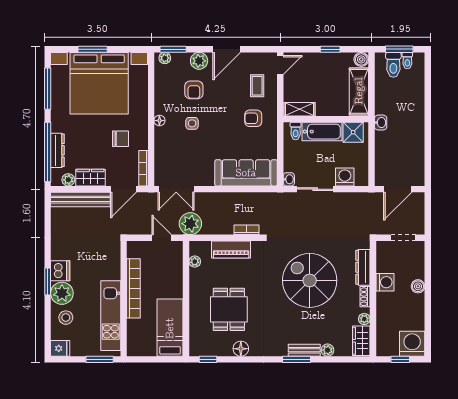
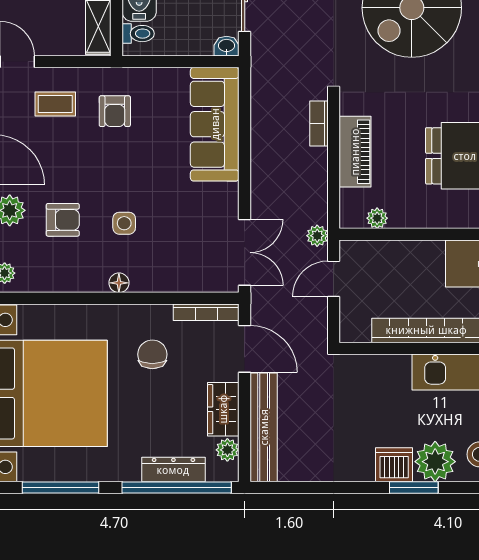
plant: (190, 224) -> (317, 236), width x0.53, depth x0.53

